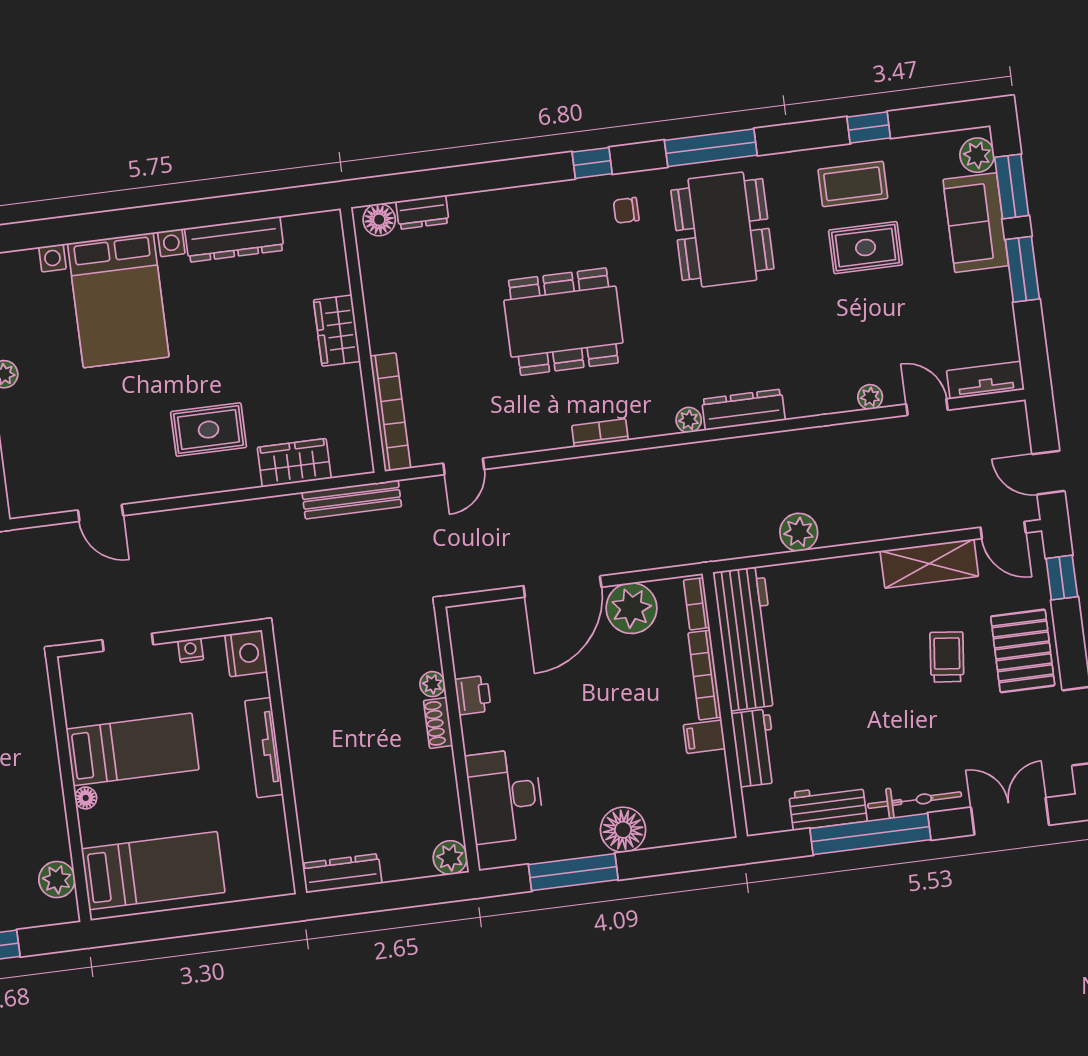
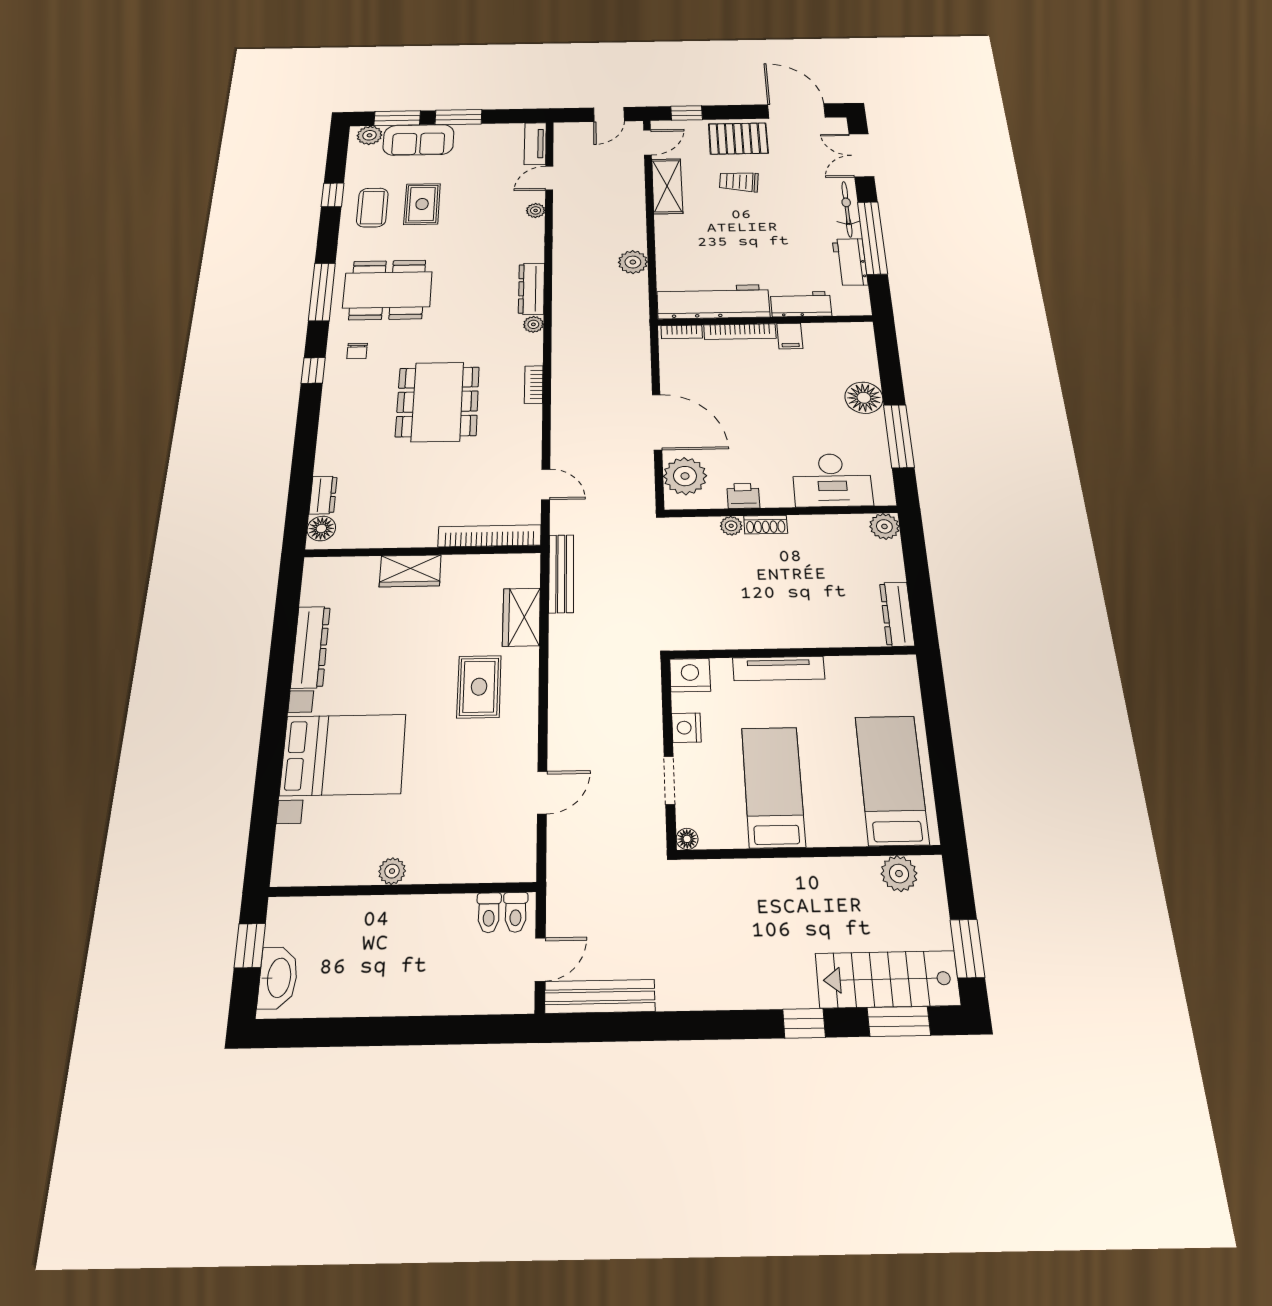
plant: (631, 608) -> (685, 476), moved
nightstand: (191, 650) -> (686, 728), width x1.39, depth x1.35
floor lamp: (86, 798) -> (687, 839), moved

